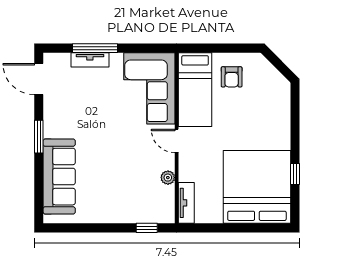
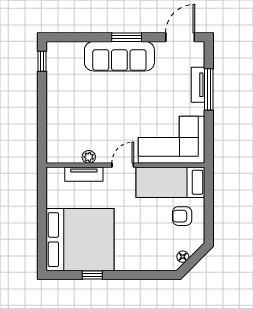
floor lamp: (275, 76) -> (183, 257), added
sofa: (59, 177) -> (119, 56), moved
tv unit: (186, 203) -> (84, 174), moved
window: (147, 228) -> (42, 61), moved

